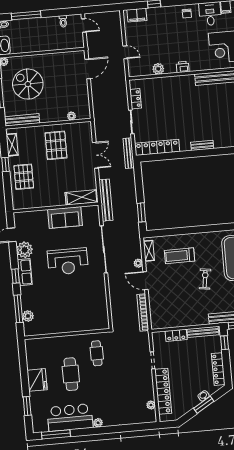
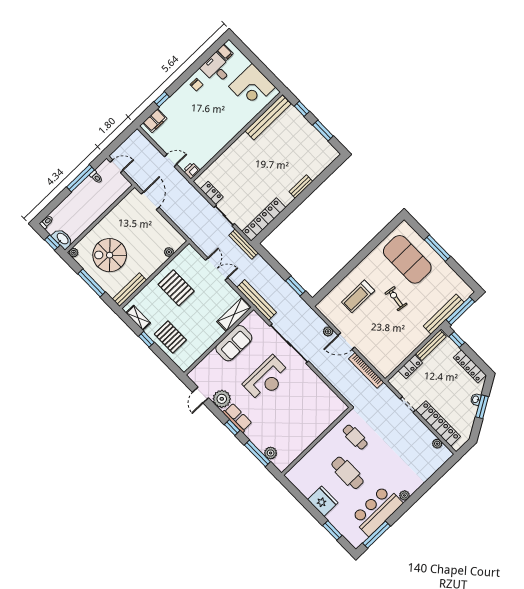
window: (26, 15) -> (80, 178), moved
printer: (183, 67) -> (191, 170), moved
plant: (158, 69) -> (210, 152), removed
shelving: (149, 251) -> (328, 313), removed

